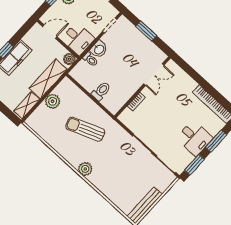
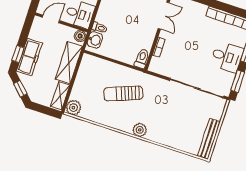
washbasin: (99, 49) -> (95, 40), moved
toilet: (101, 91) -> (142, 59), moved
plant: (53, 101) -> (73, 108), moved

